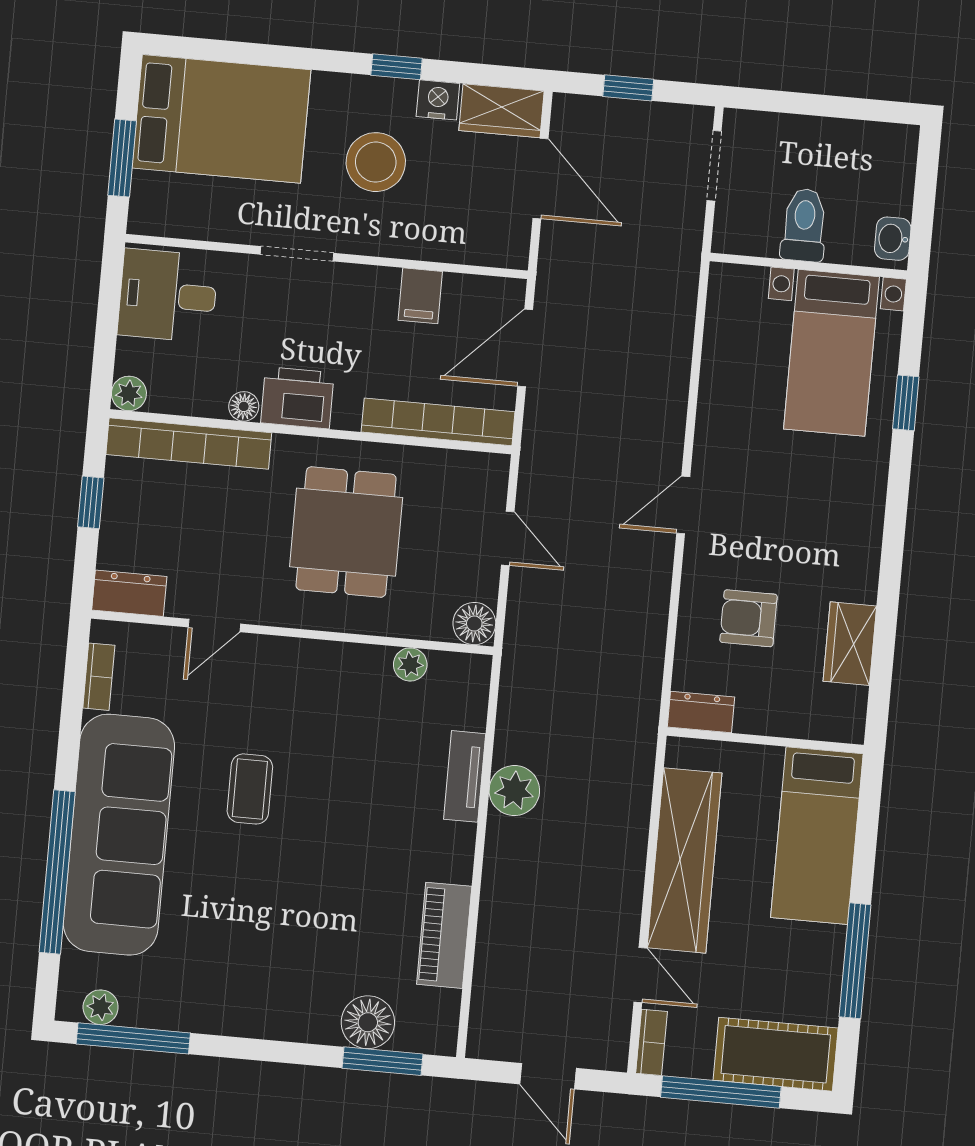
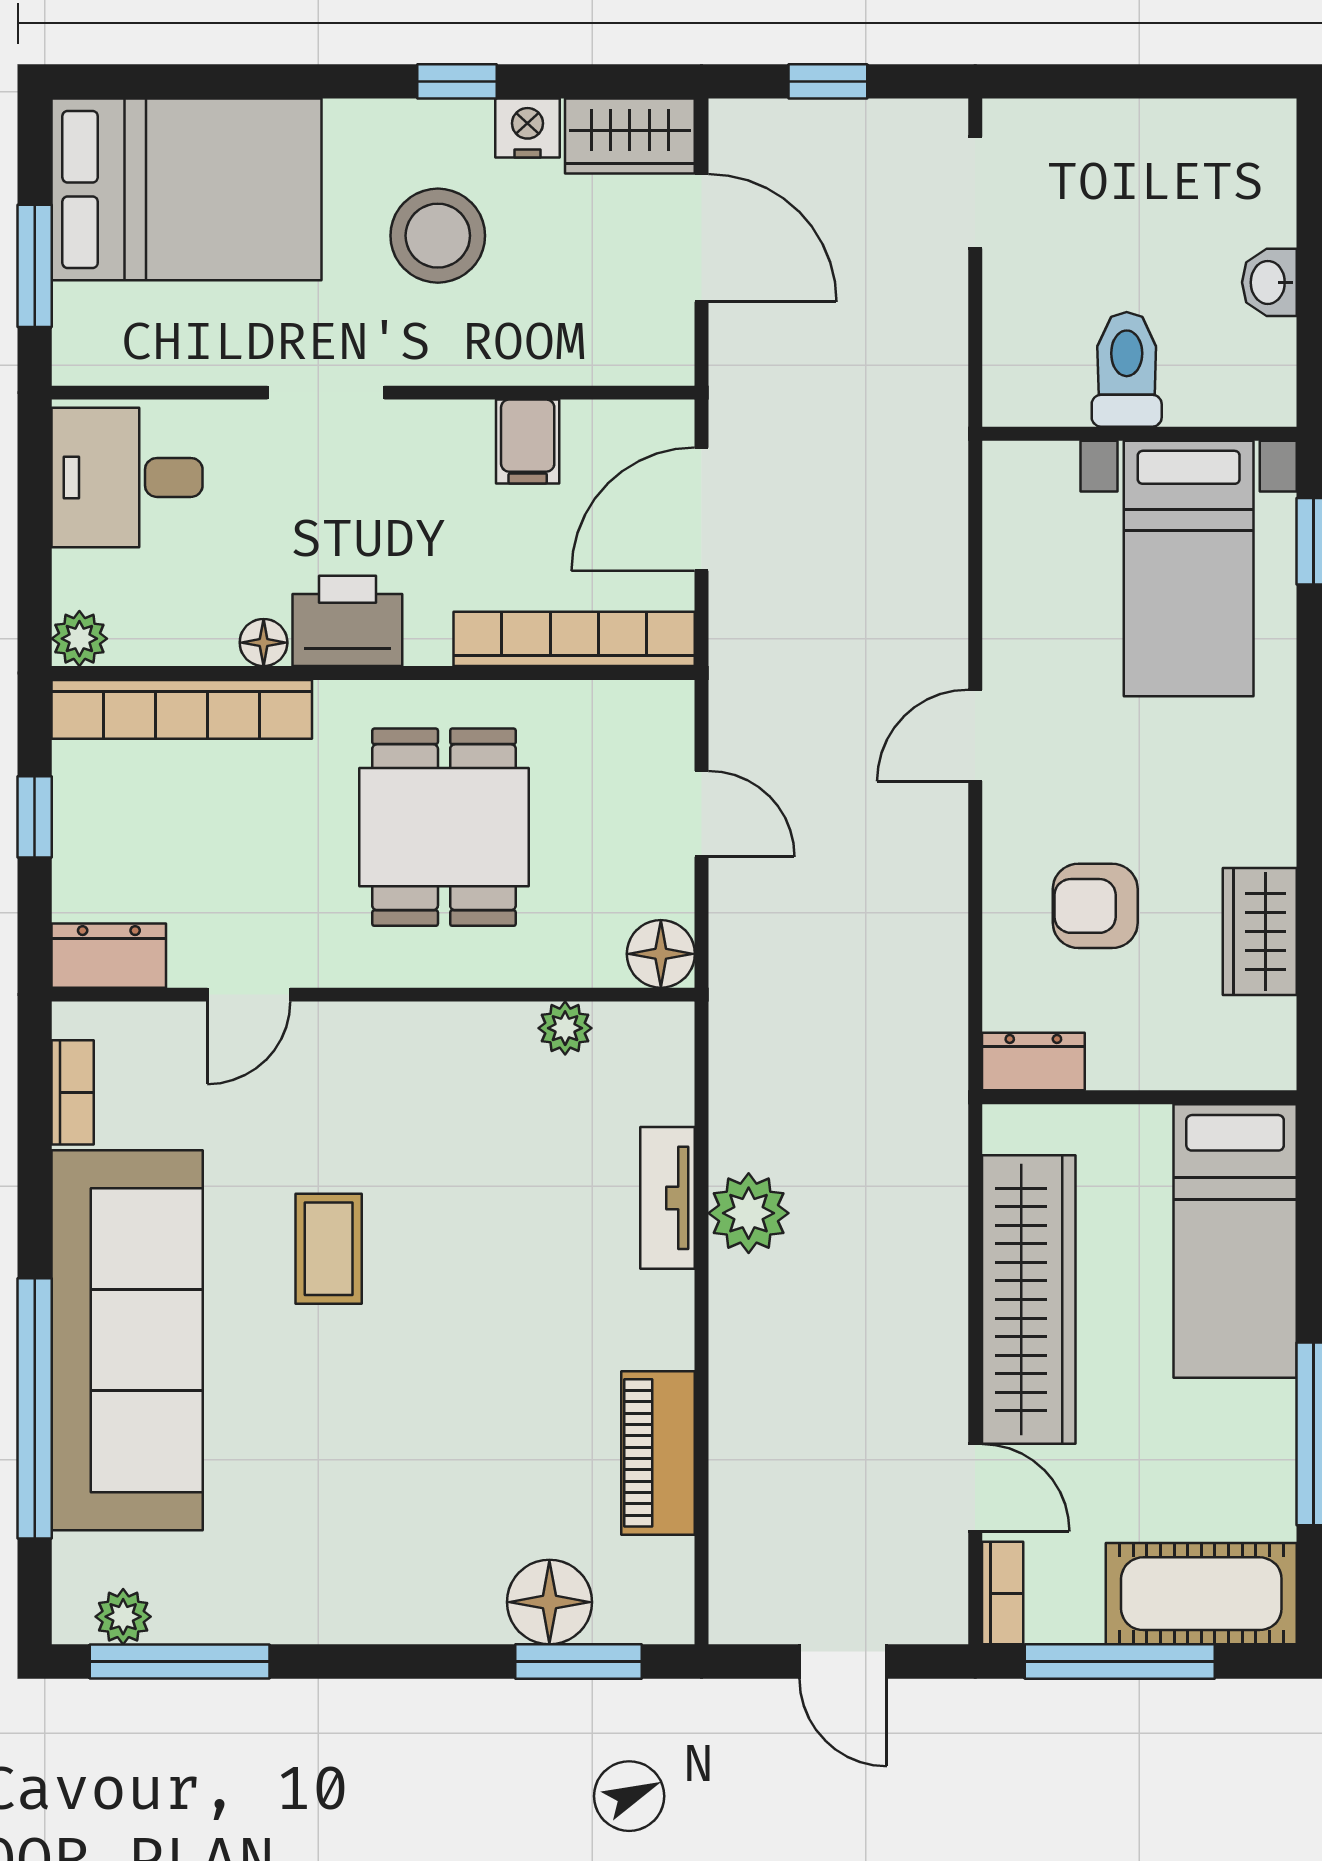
toilet: (804, 225) -> (1127, 369), moved
wall: (808, 266) -> (1139, 434), moved
bed with nightstands: (832, 353) -> (1189, 568), moved

